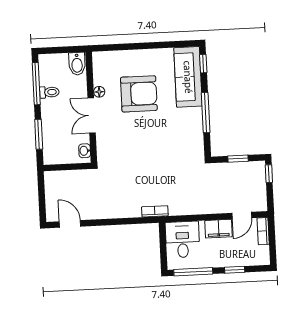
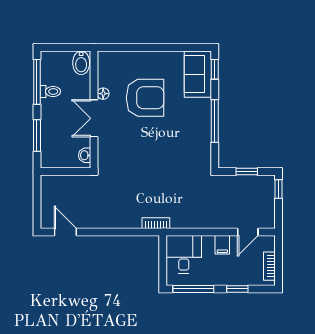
sofa: (188, 77) -> (198, 74), width x0.73
filing cabinet: (218, 229) -> (222, 245), width x0.50
bookcase: (263, 231) -> (269, 266), moved

